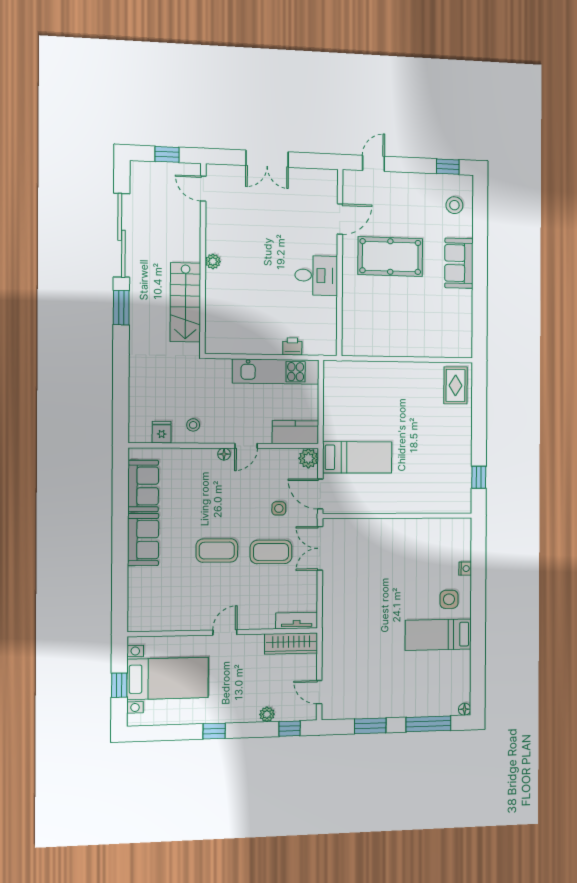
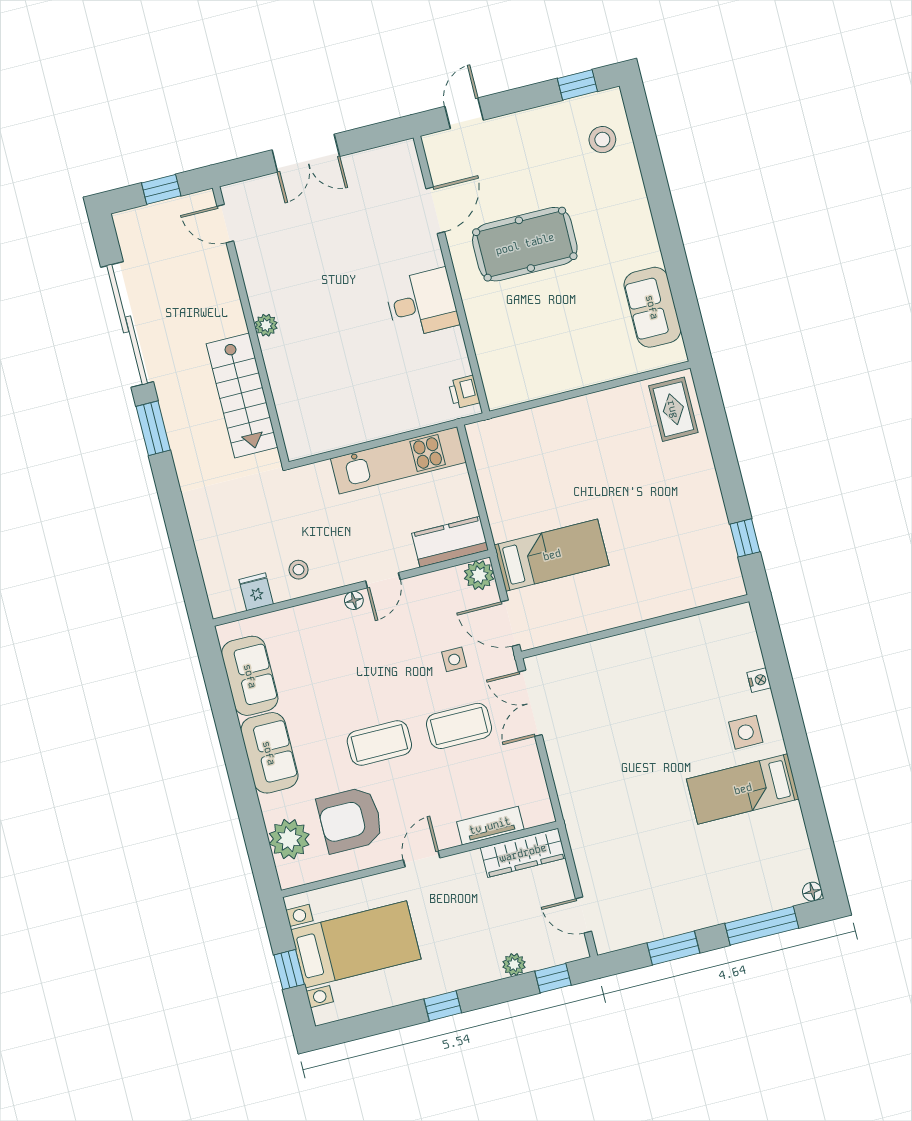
sofa: (459, 263) -> (652, 307), moved
printer: (292, 346) -> (464, 392), moved, turned -90
armchair: (185, 596) -> (350, 820), added
plant: (141, 599) -> (289, 839), added
tv unit: (297, 621) -> (490, 826), moved

